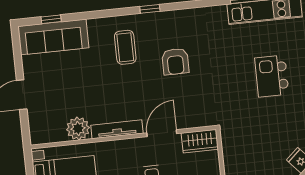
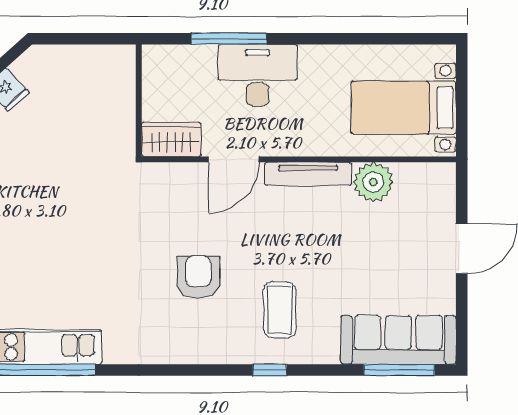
window: (150, 9) -> (270, 370), moved
window: (51, 19) -> (399, 370), width x2.17
kitchen island: (272, 76) -> (39, 236), removed

